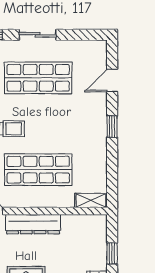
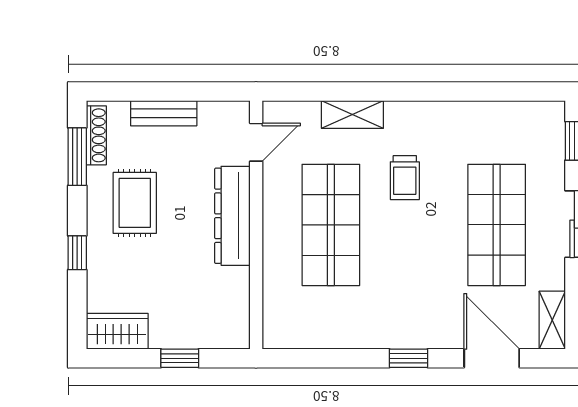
door: (112, 80) -> (492, 358), width x1.38
shelving: (91, 200) -> (552, 320), moved

